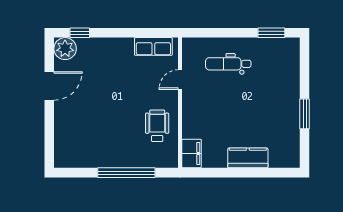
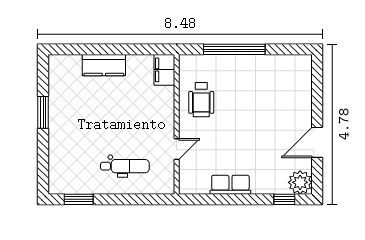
row of seats: (153, 46) -> (230, 185), moved

